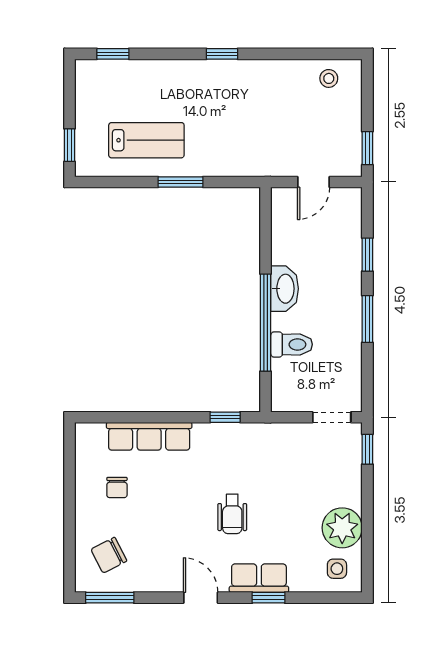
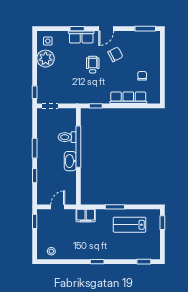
filing cabinet: (249, 162) -> (86, 215), added
chair: (109, 555) -> (115, 54), moved
door: (201, 598) -> (106, 29), hinge flipped

